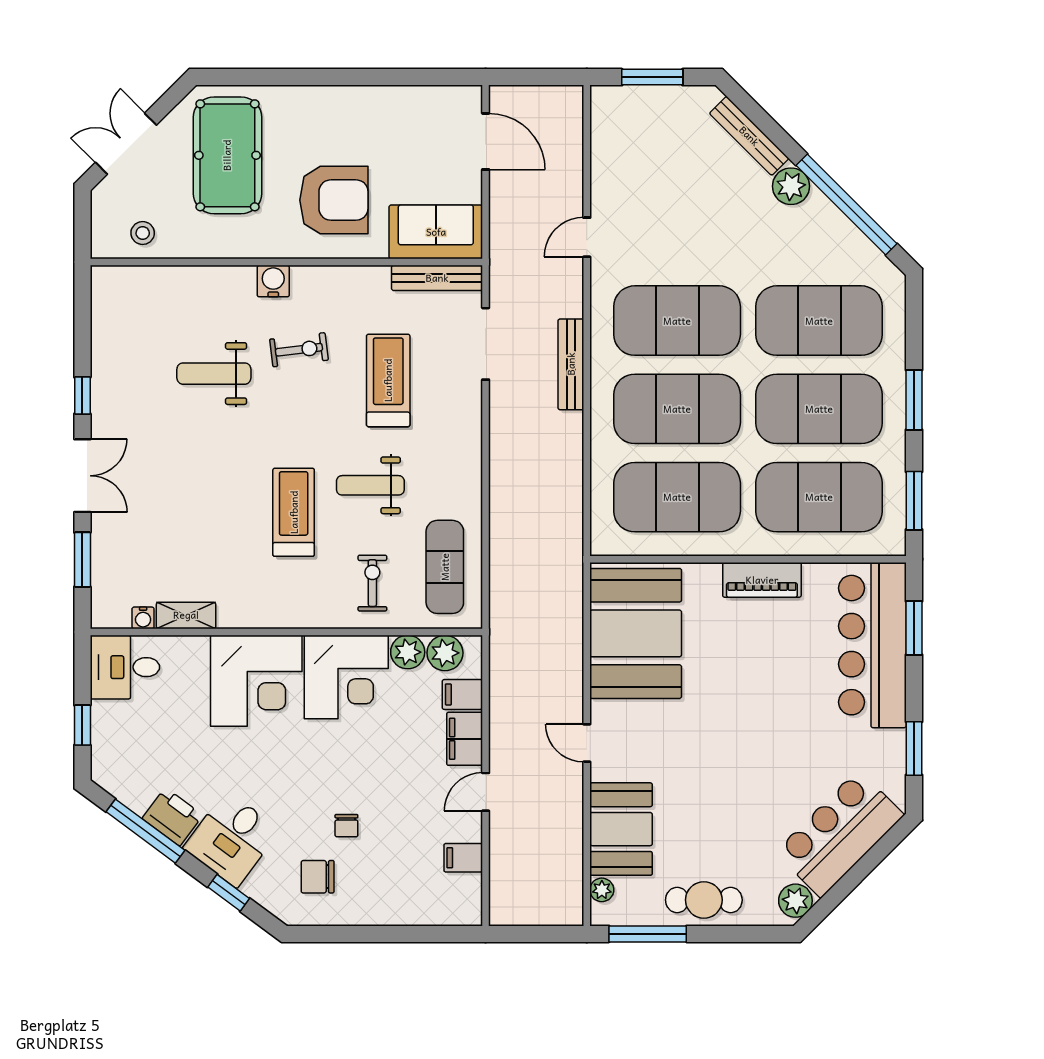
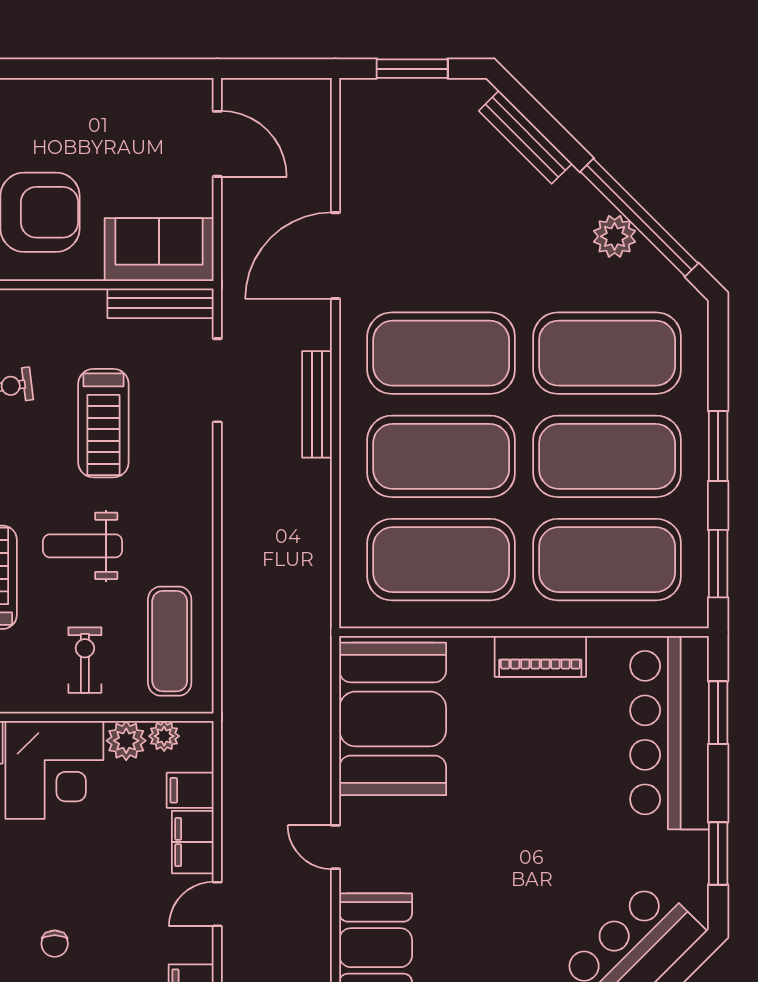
plant: (791, 186) -> (615, 236), moved
door: (587, 237) -> (336, 256), width x1.88
treadmill: (388, 380) -> (103, 423), turned 180
plant: (445, 653) -> (164, 736), width x0.73, depth x0.73

